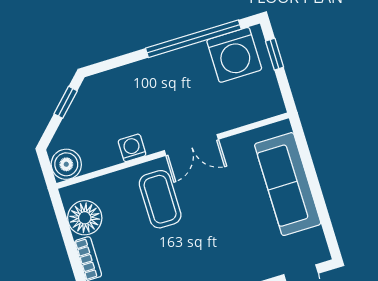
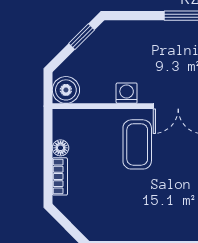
floor lamp: (85, 218) -> (61, 148), width x0.53, depth x0.53

